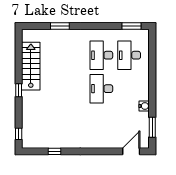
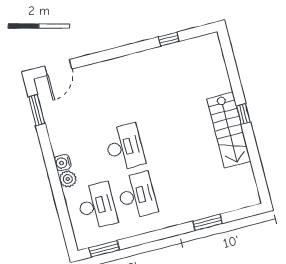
stairs: (31, 66) -> (229, 130), moved
plant: (144, 77) -> (68, 179), added
water cooler: (144, 106) -> (63, 163), moved
window: (19, 134) -> (227, 51), removed

